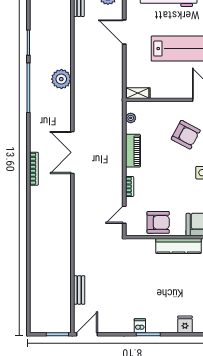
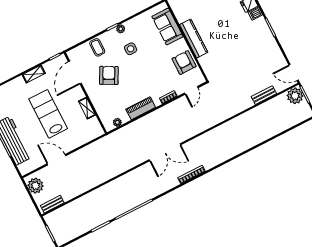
door: (124, 32) -> (56, 160), swing flipped
plant: (61, 79) -> (295, 96), moved
shelving: (138, 93) -> (87, 108), moved
door: (124, 215) -> (191, 90), hinge flipped
dishwasher: (140, 326) -> (255, 14), moved

